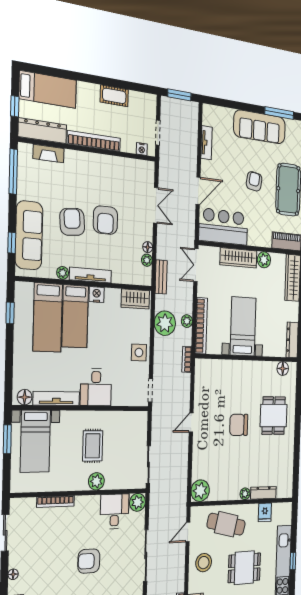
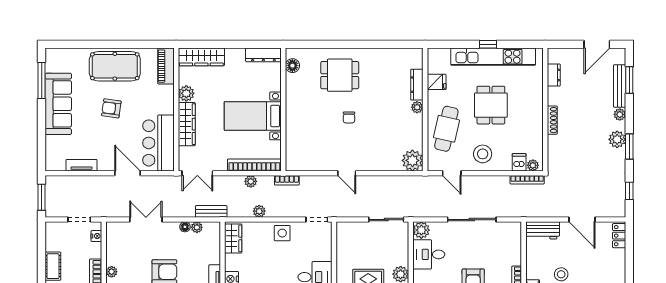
plant: (107, 161) -> (112, 272), added
plant: (165, 323) -> (259, 211), width x0.53, depth x0.53
chair: (239, 425) -> (349, 117), width x0.54, depth x0.54

